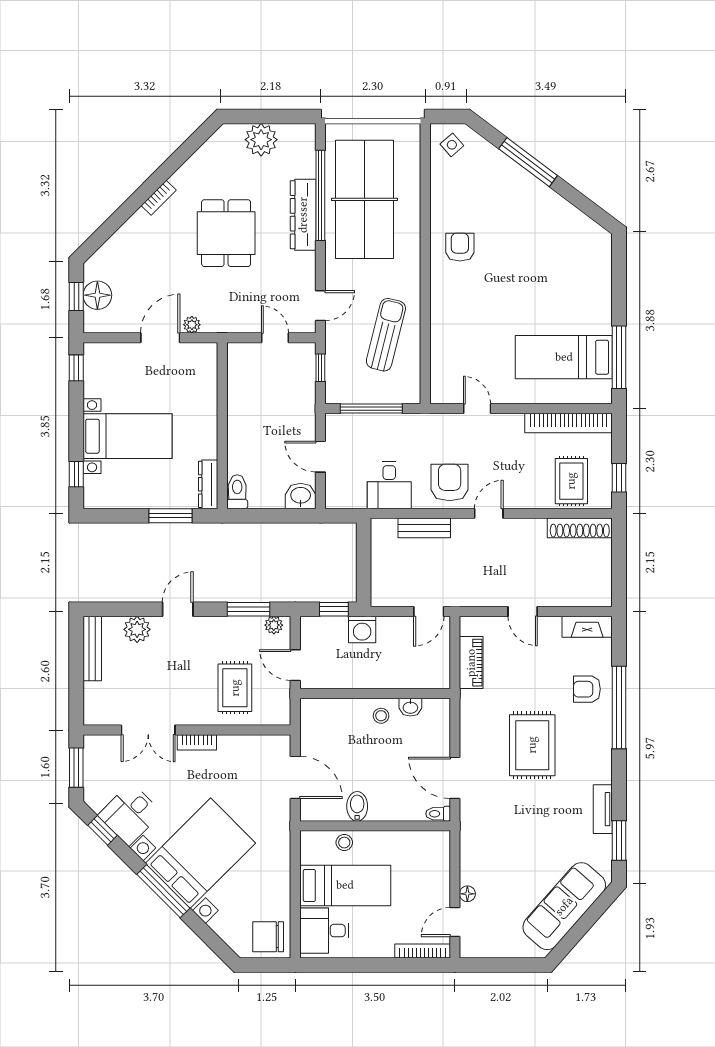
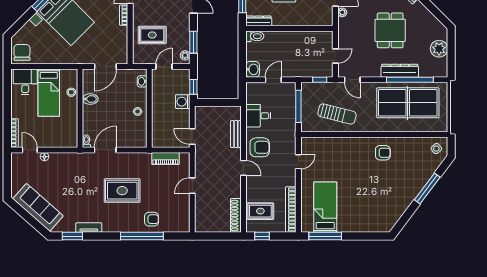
dining table: (226, 233) -> (390, 30), turned 90
fireplace: (587, 627) -> (184, 219), removed
armchair: (587, 689) -> (151, 219), turned 90
washbasin: (410, 707) -> (142, 81), moved

